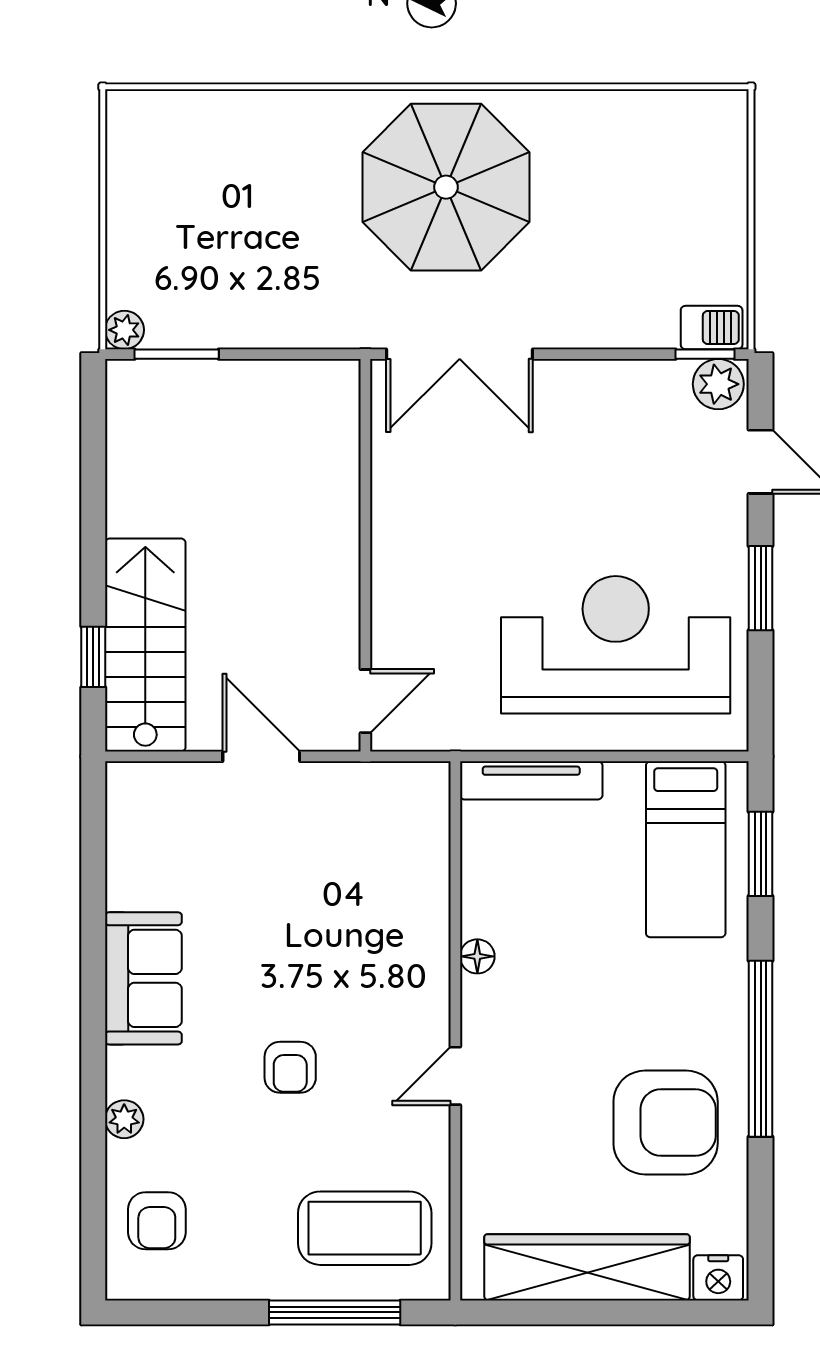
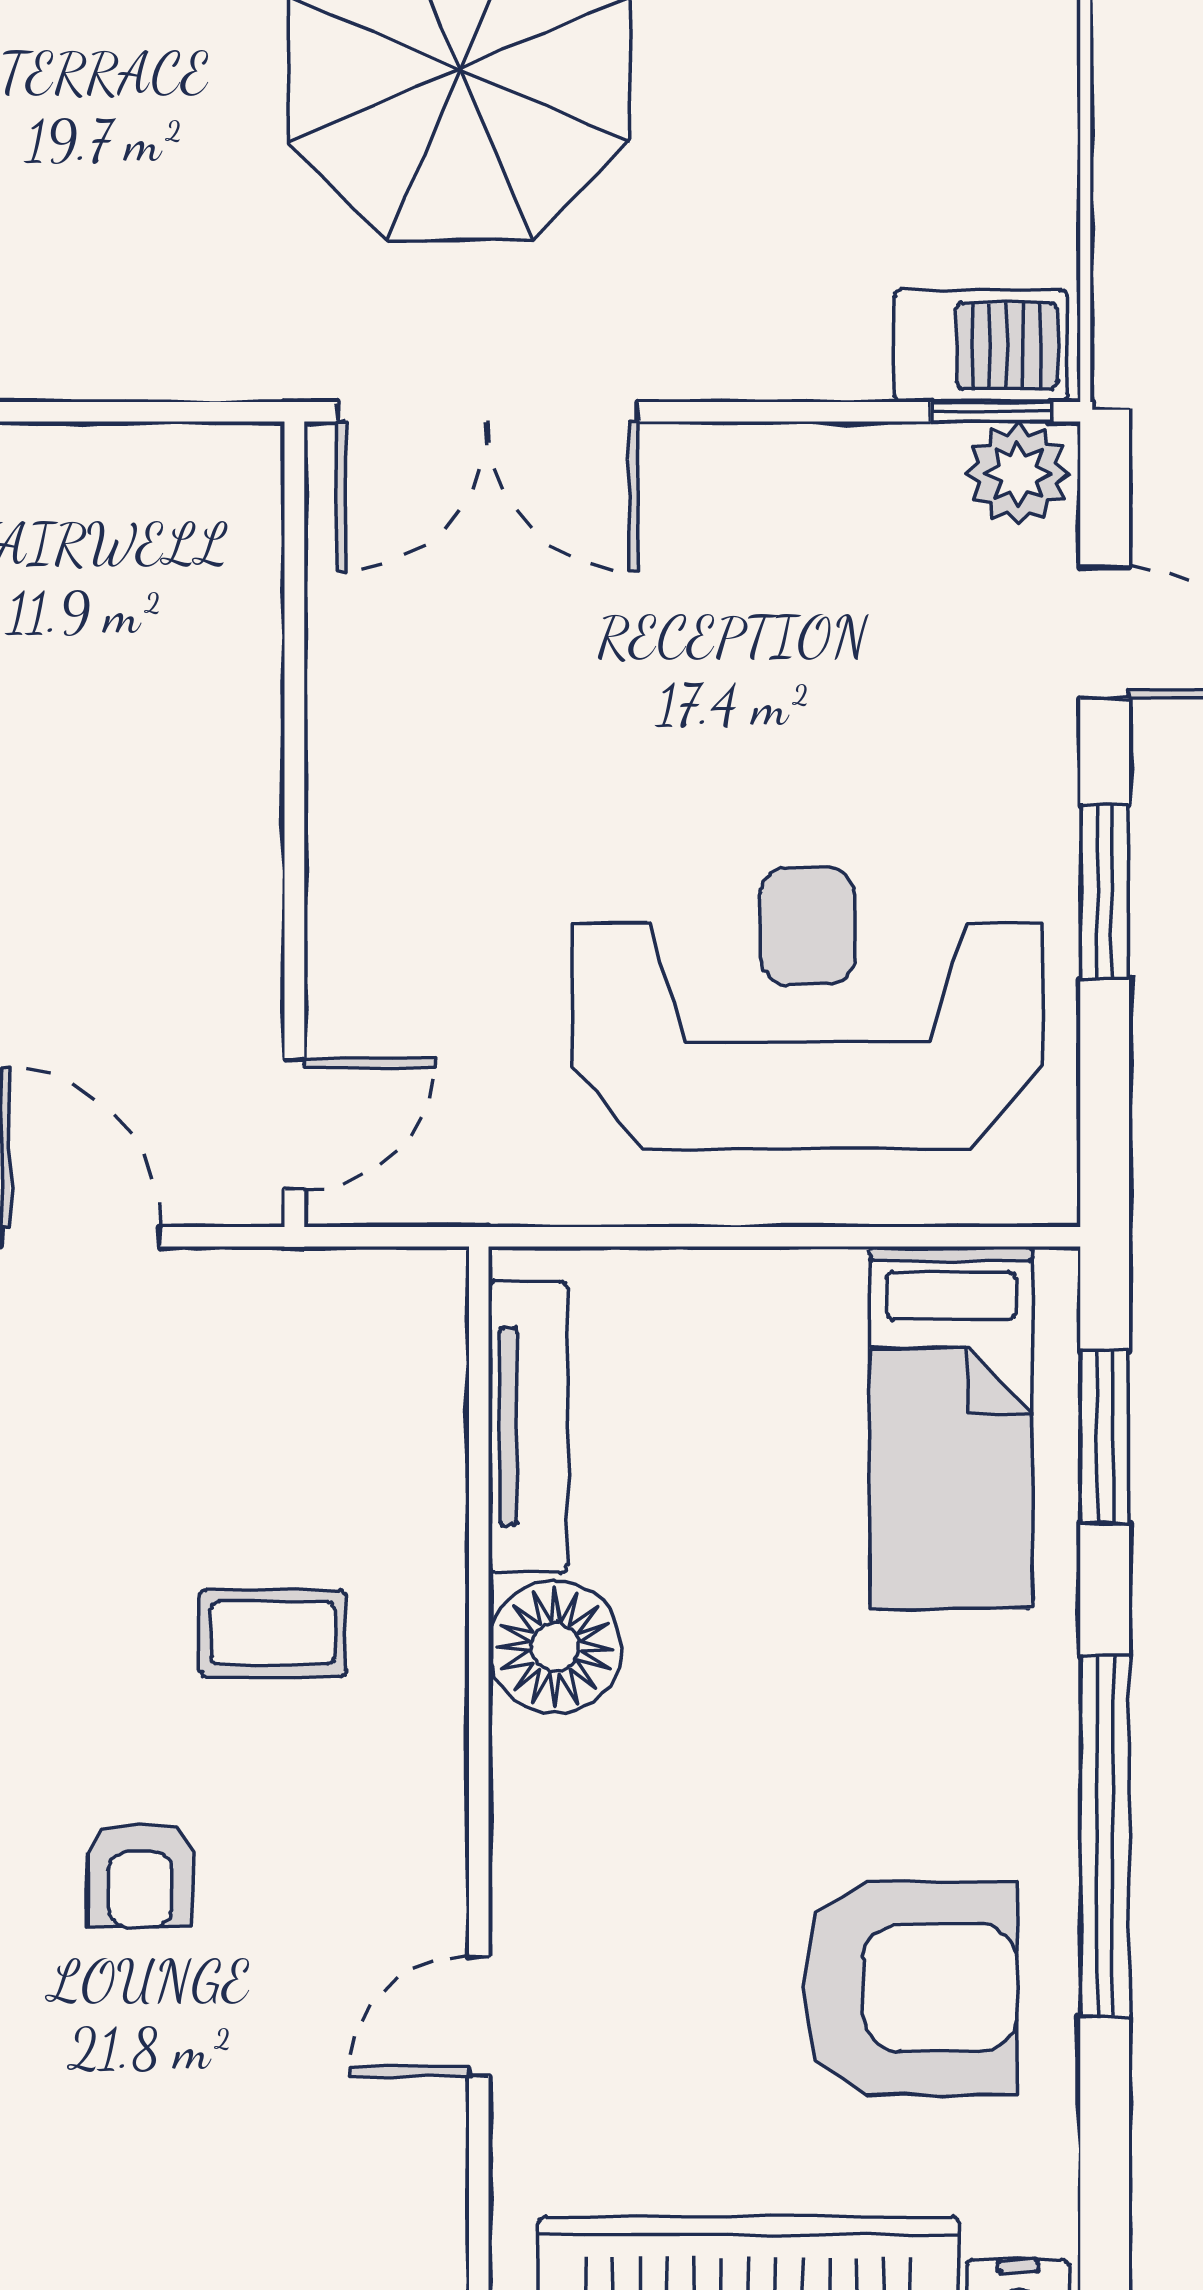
barbecue: (712, 328) -> (980, 345), width x1.38, depth x1.27
tv unit: (531, 780) -> (528, 1427), moved, turned -90
floor lamp: (477, 956) -> (555, 1647), width x1.89, depth x1.89
door: (455, 1076) -> (479, 2016), moved
coffee table: (365, 1228) -> (273, 1633), moved, width x0.54, depth x0.58

